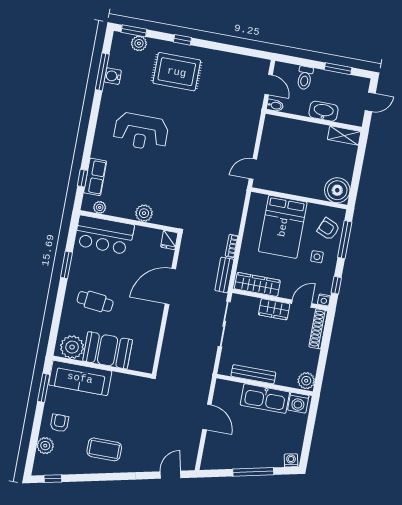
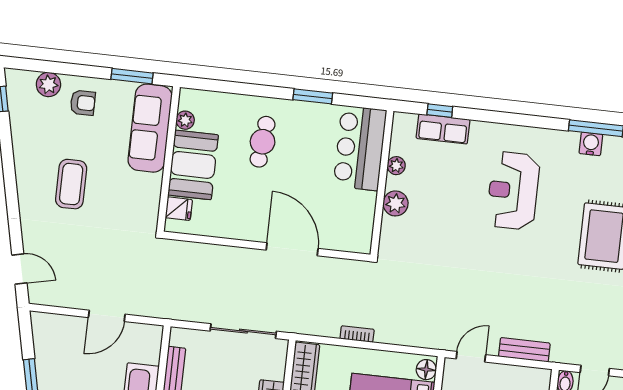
door: (253, 169) -> (471, 357), hinge flipped
floor lamp: (260, 200) -> (426, 370), added
plant: (100, 207) -> (396, 166), moved
fridge: (169, 240) -> (179, 209), moved, turned 180
bench: (224, 275) -> (524, 350), moved
plant: (72, 347) -> (185, 120), width x0.53, depth x0.53
coffee table: (104, 449) -> (71, 184), moved

